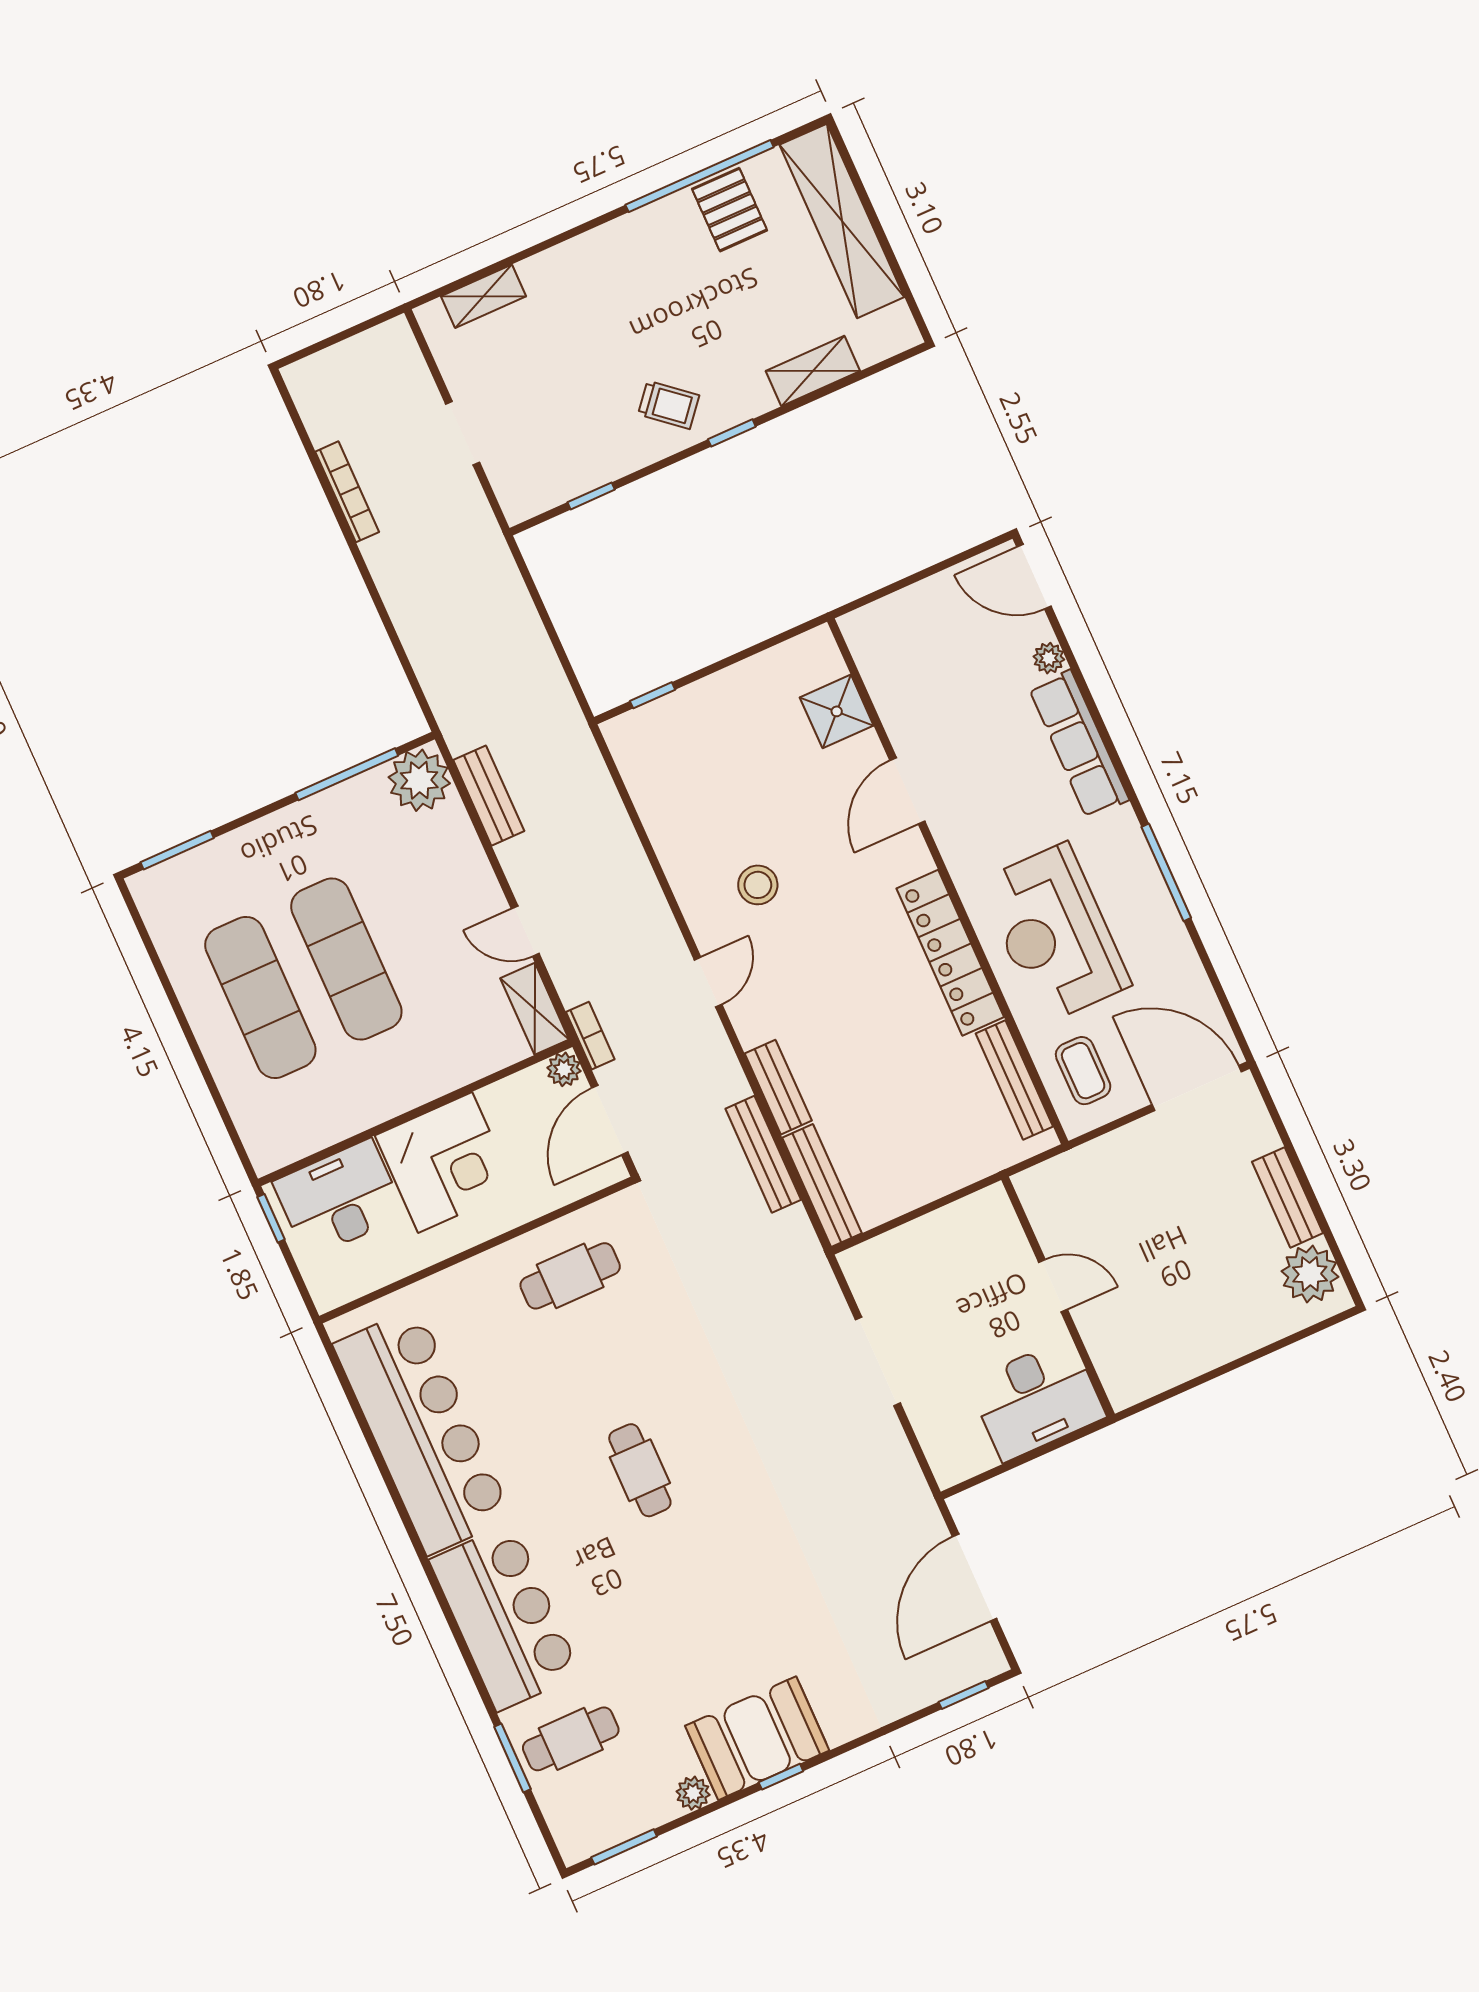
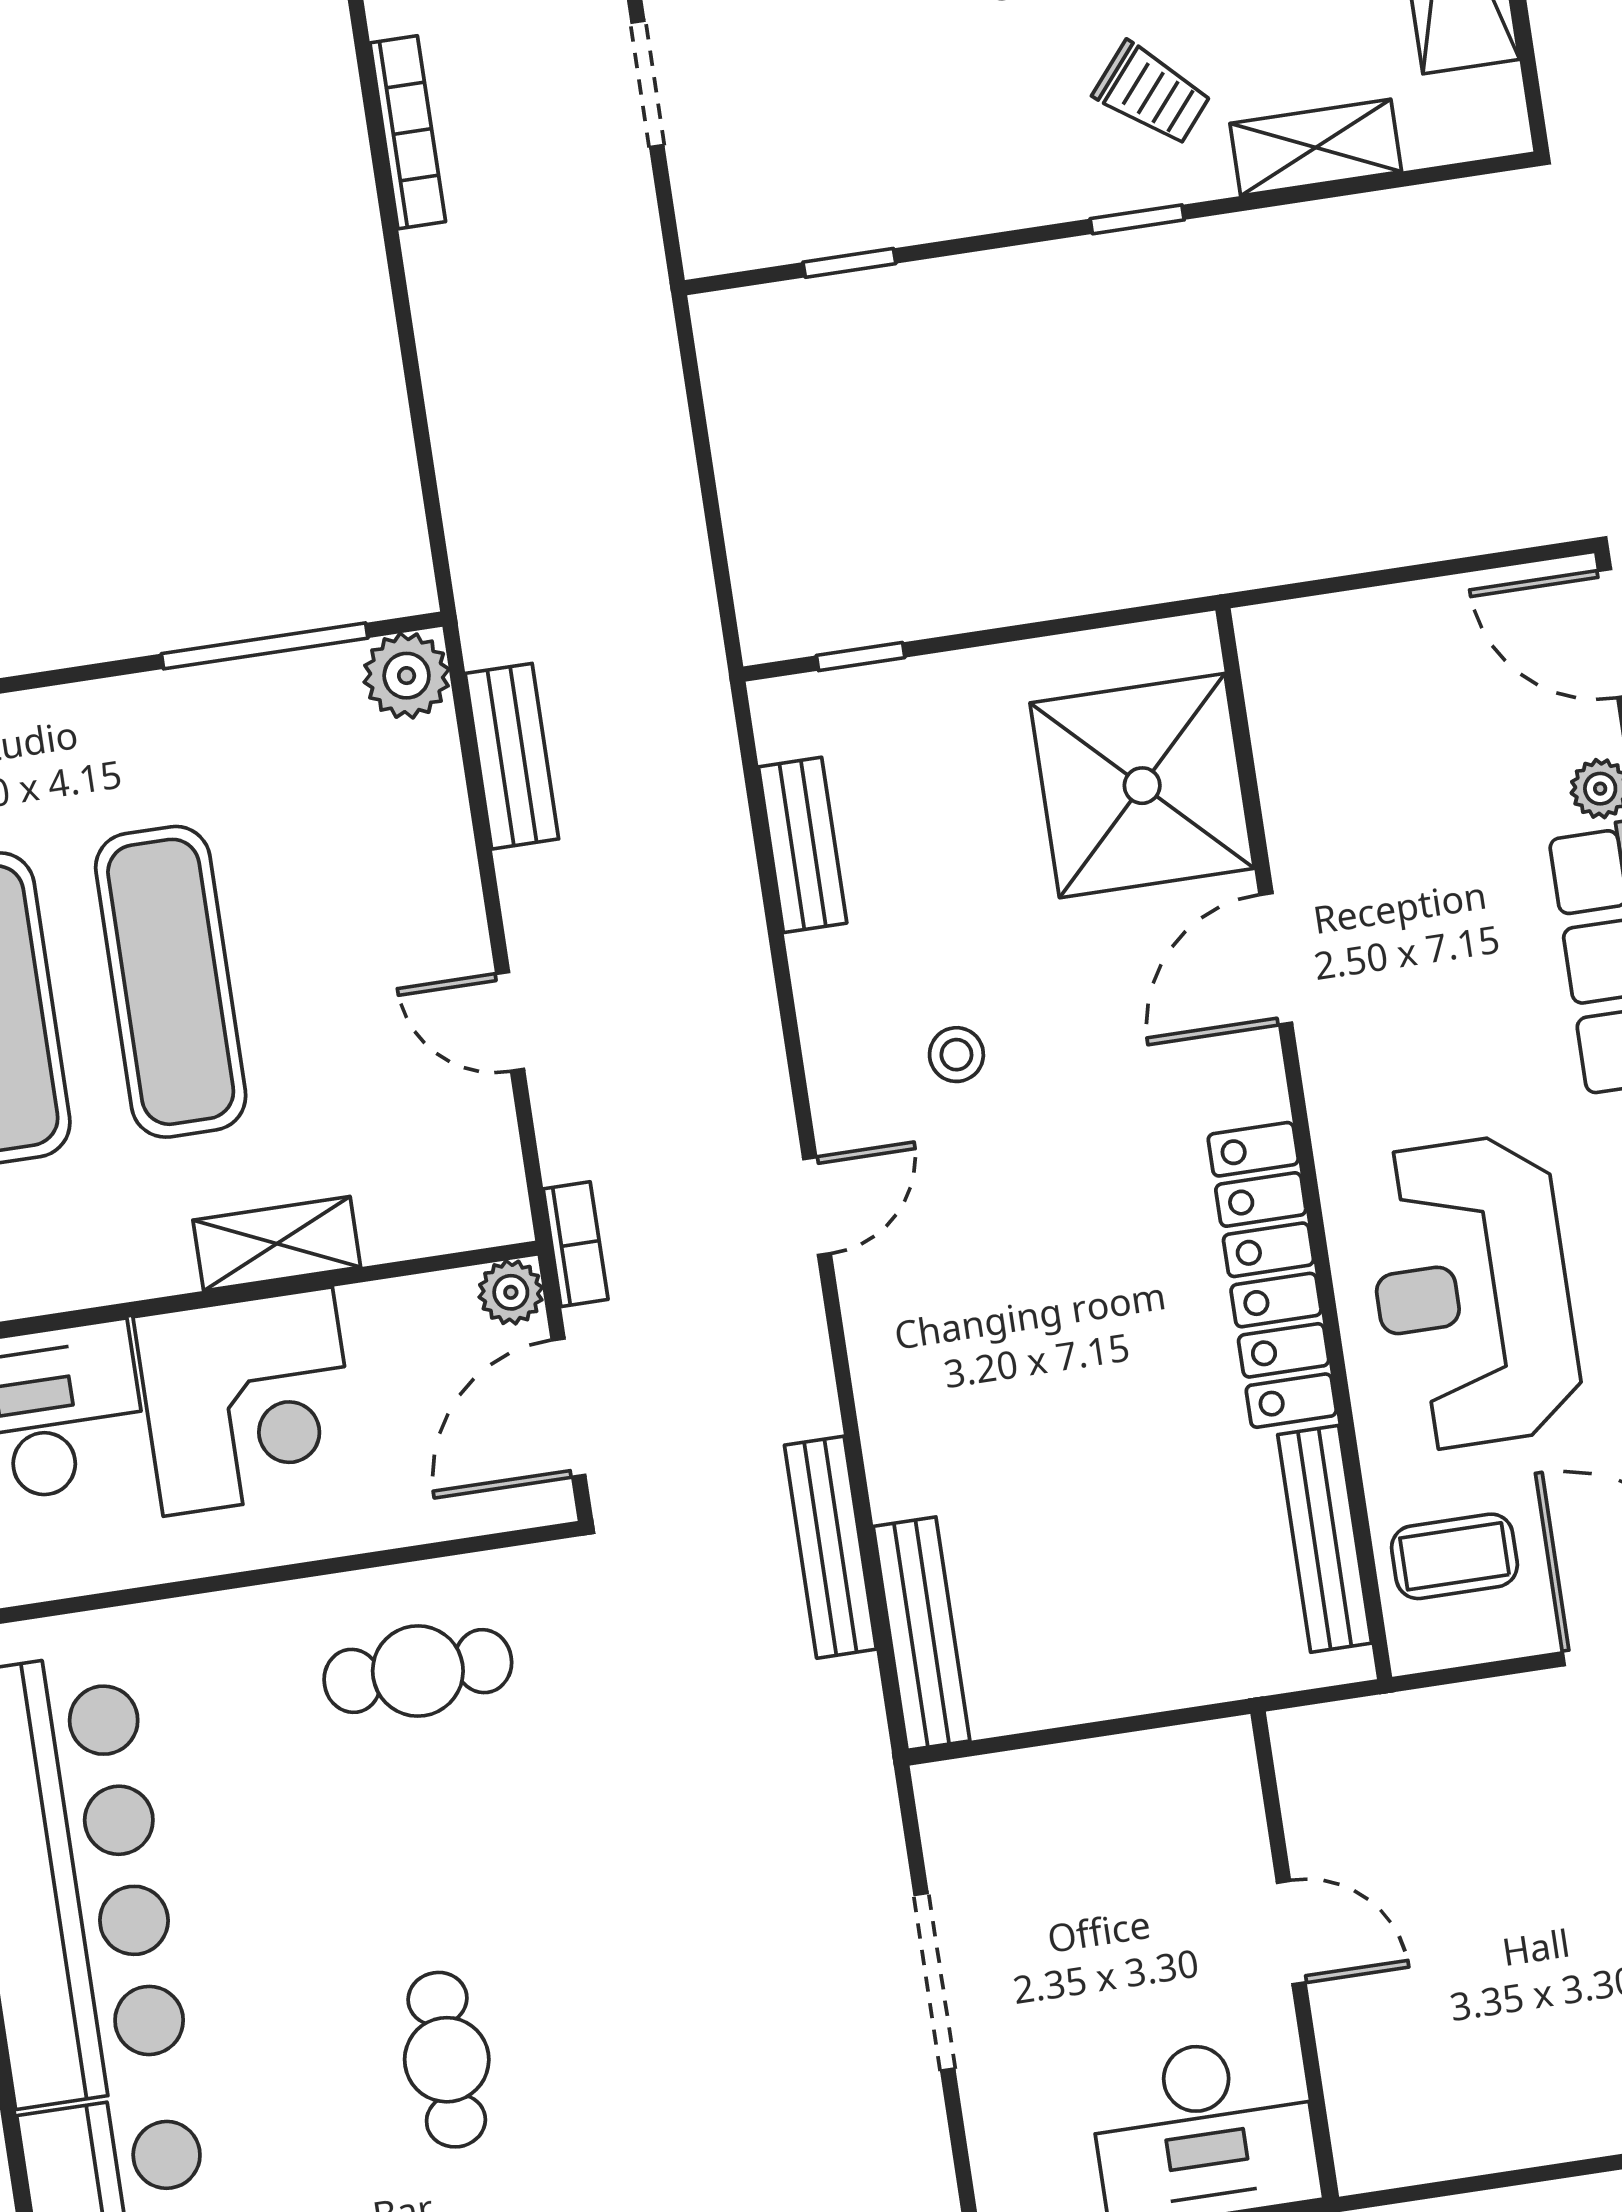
trolley: (669, 405) -> (1152, 94), moved
shower: (837, 711) -> (1142, 786), width x1.86, depth x1.86
plant: (419, 780) -> (407, 676), width x0.73, depth x0.73
stool: (758, 885) -> (956, 1055), width x0.73, depth x0.73
shelving: (535, 1009) -> (277, 1244), moved, turned 90
coffee table: (1083, 1071) -> (1454, 1556), turned 90
bench: (778, 1087) -> (803, 845), moved

